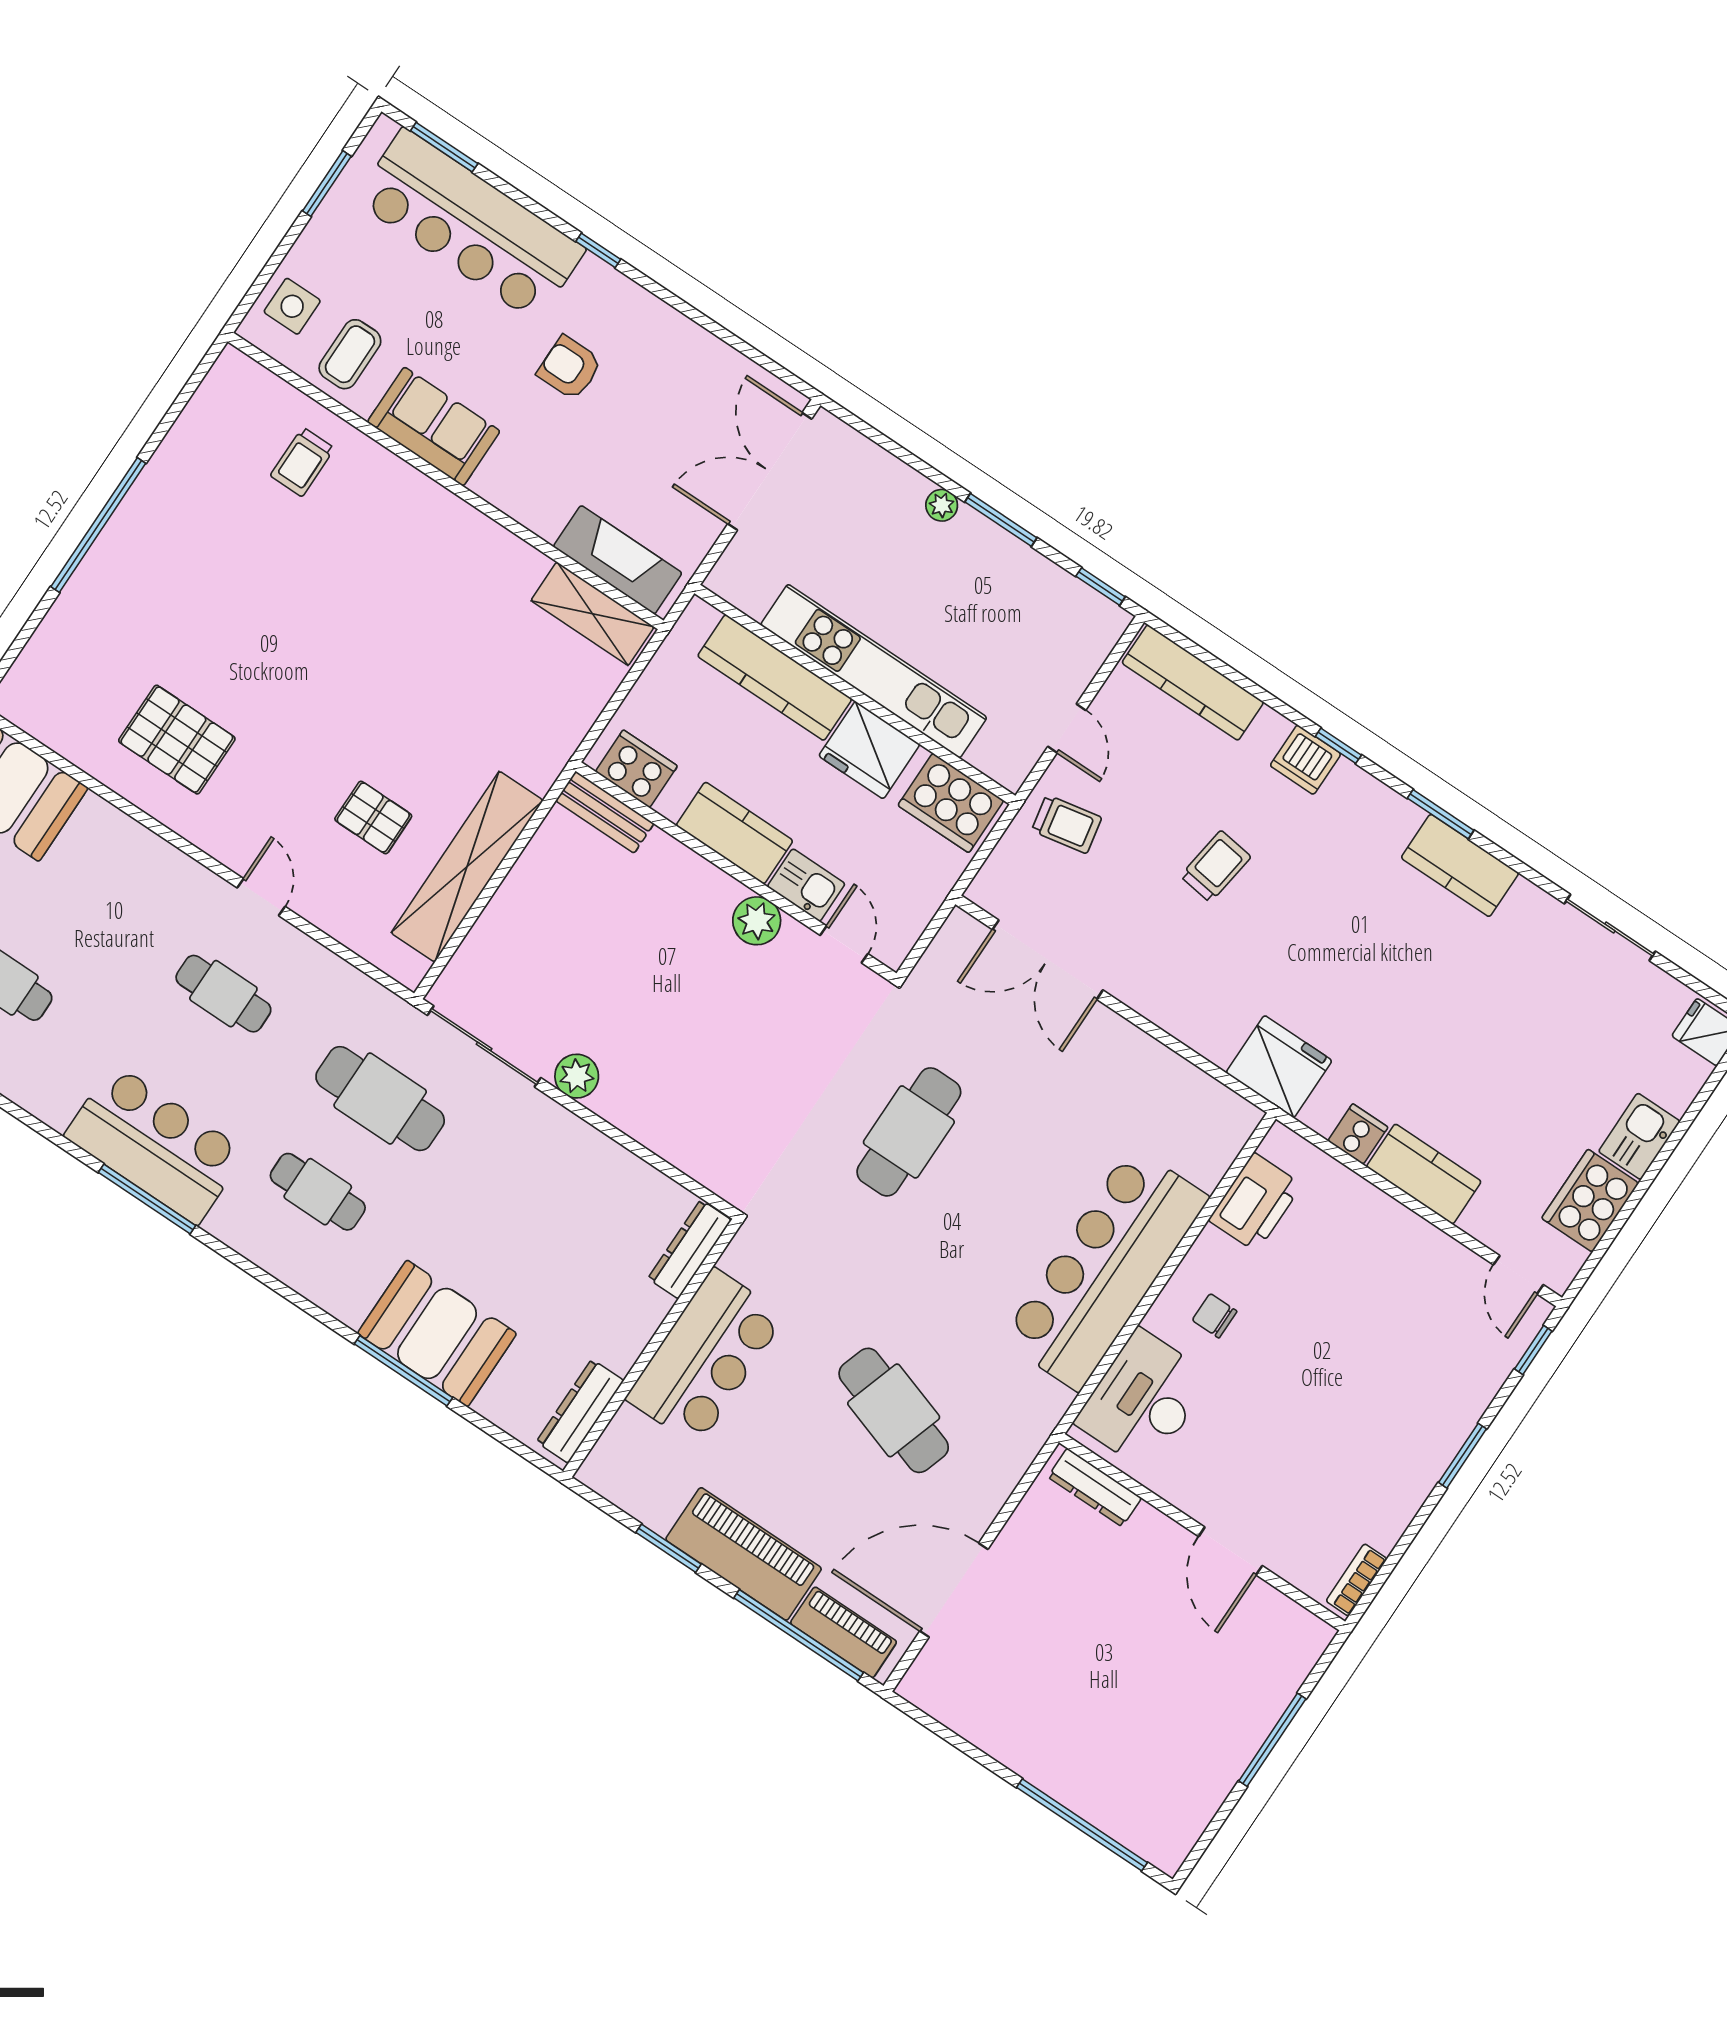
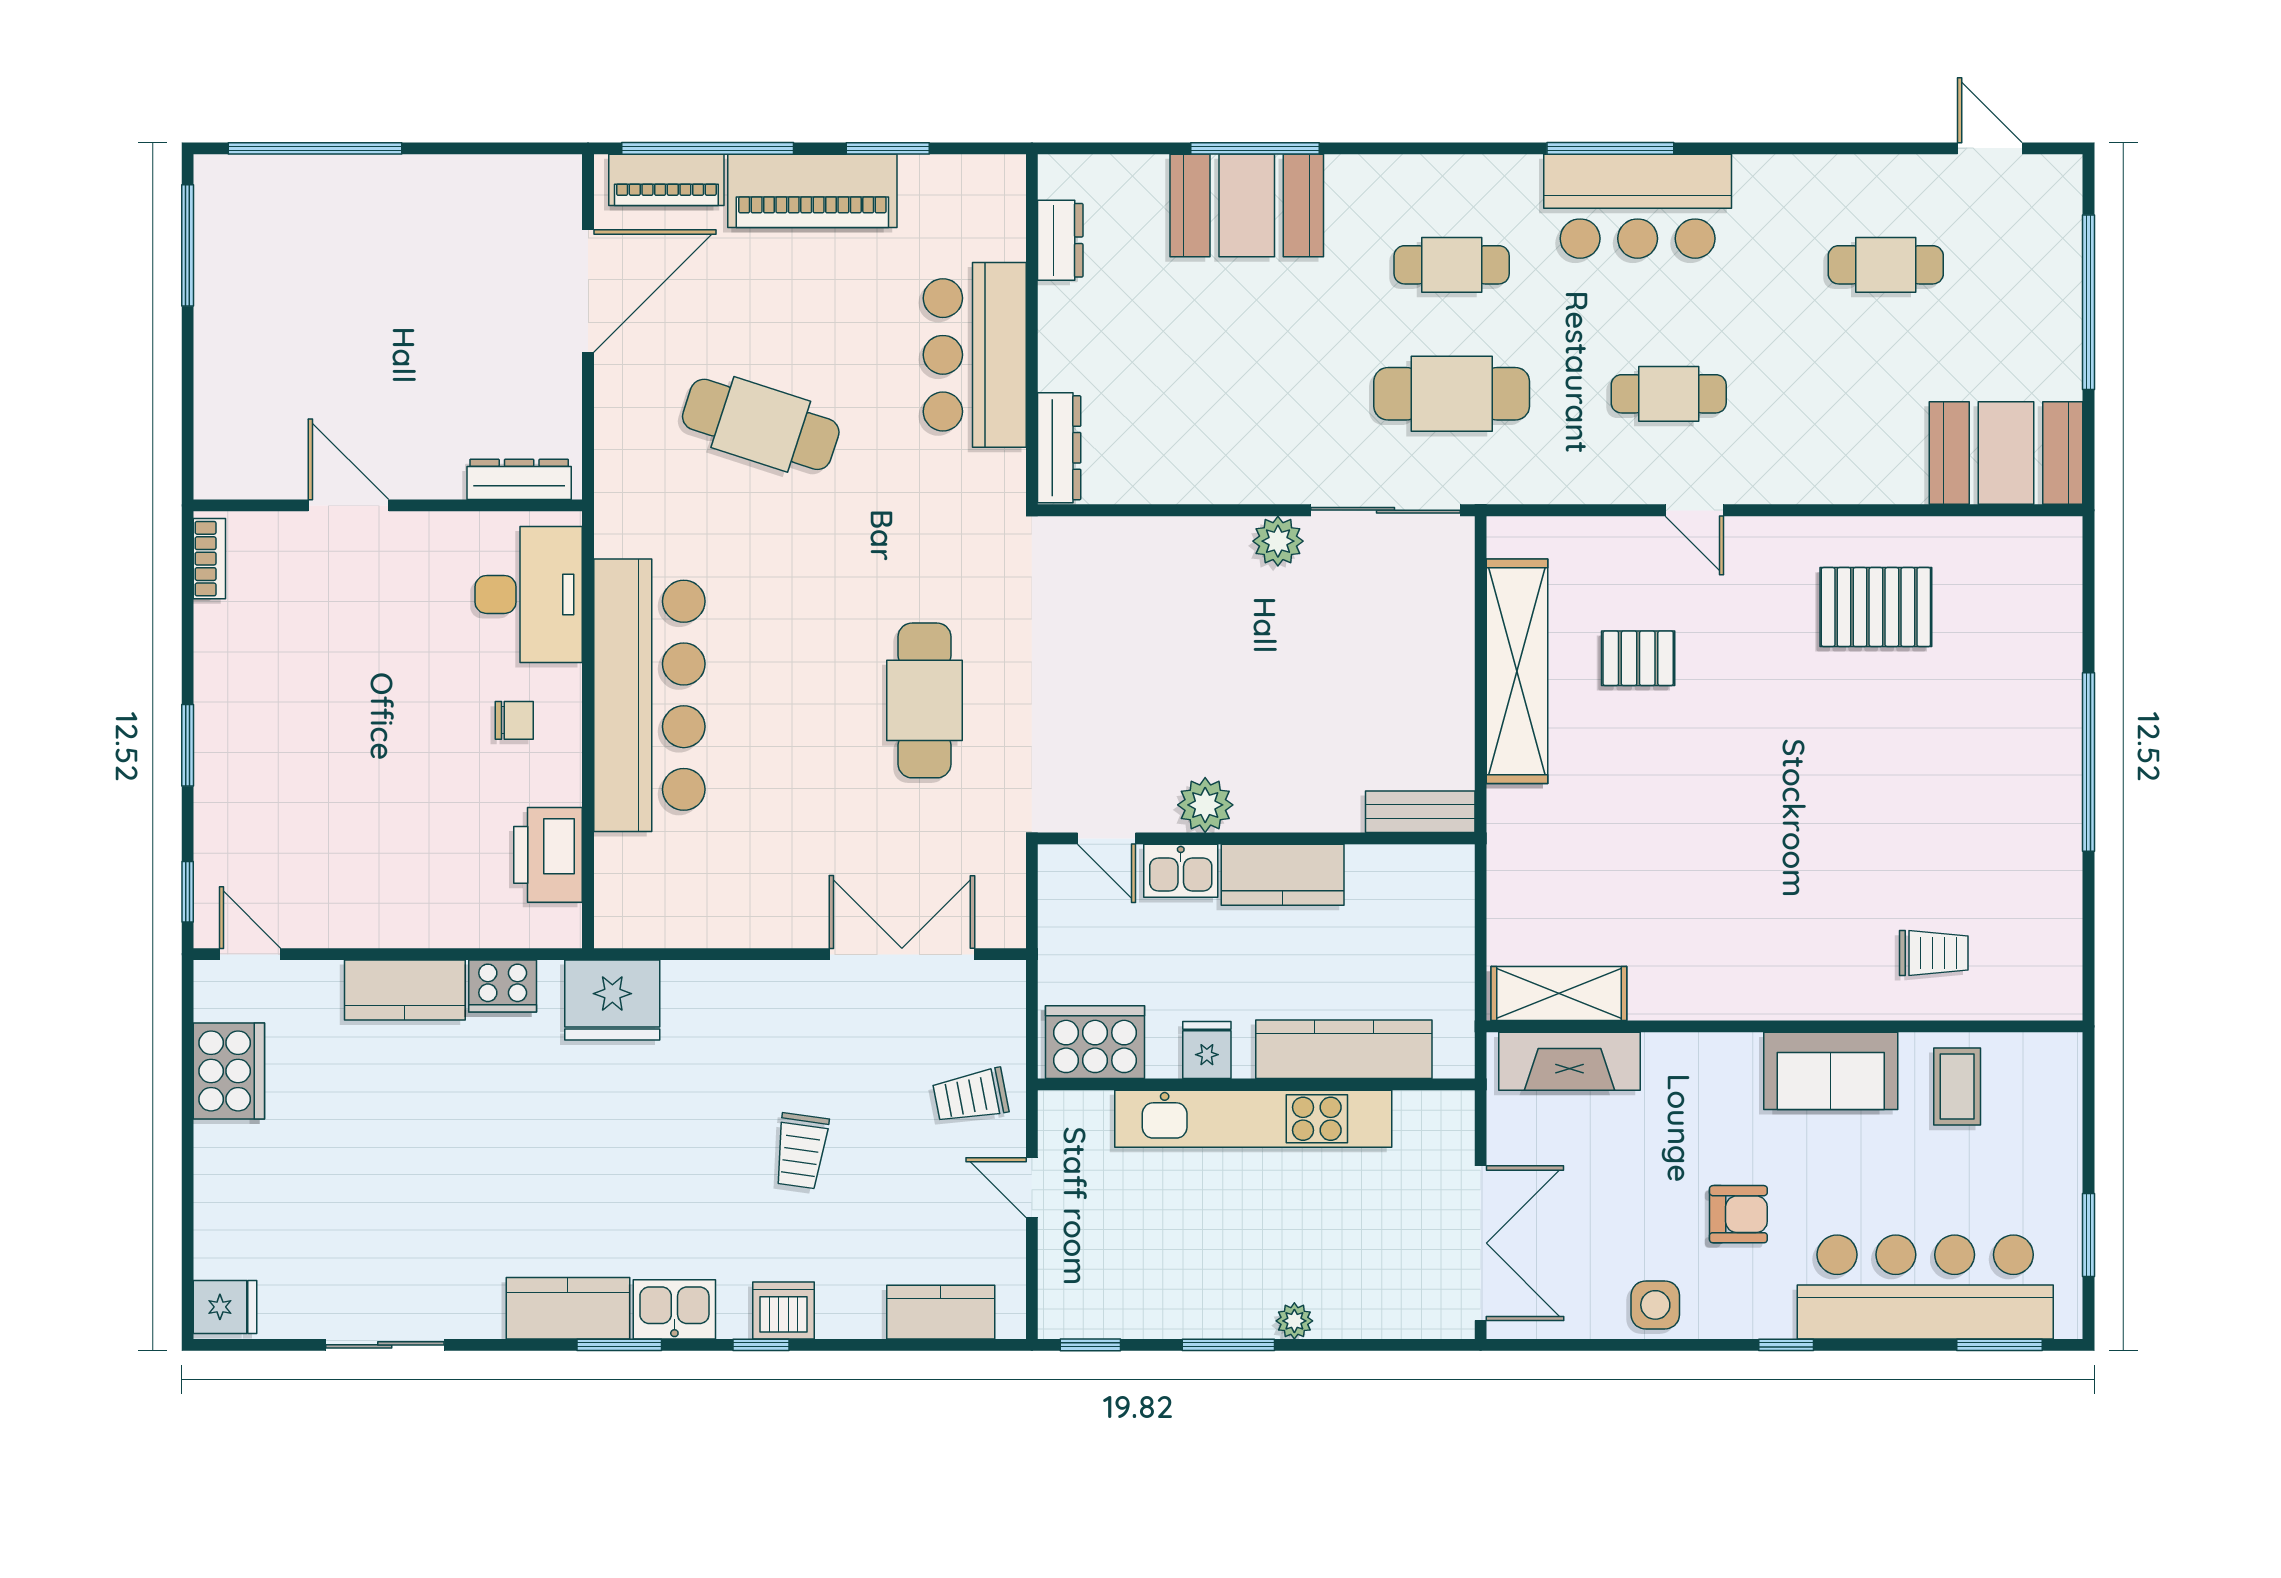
side table: (292, 306) -> (1655, 1305), moved
trolley: (302, 462) -> (1934, 953), turned 90
kitchen counter: (1193, 683) -> (941, 1312), width x0.67
fridge: (869, 750) -> (1207, 1050), width x0.53, depth x0.75
cooker: (636, 769) -> (1418, 873), removed
cooker: (1358, 1134) -> (503, 986), width x1.36
kitchen sink: (1639, 1136) -> (674, 1309), moved, turned -90
dresser: (580, 1411) -> (1060, 240), width x0.70
window: (1272, 1740) -> (188, 245), moved

